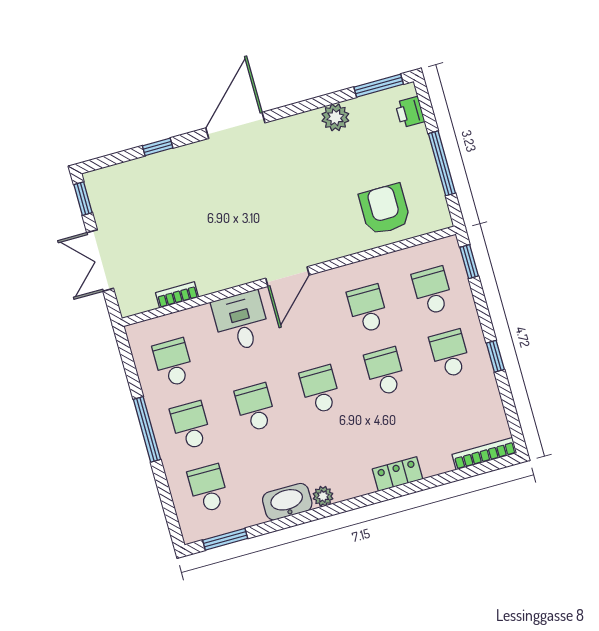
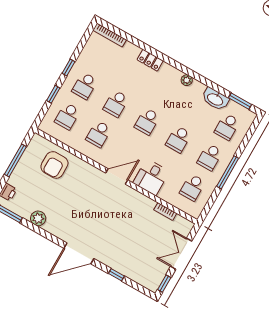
double door: (100, 260) -> (181, 254), swing flipped
window: (469, 262) -> (53, 94), moved
washbasin: (287, 502) -> (215, 99), moved

